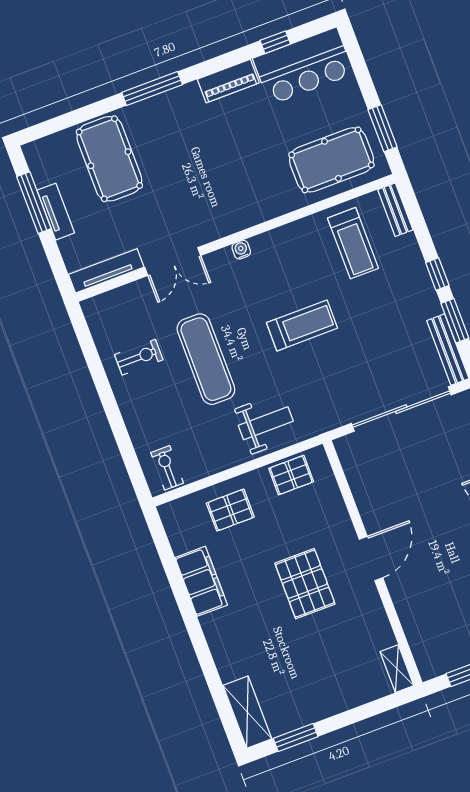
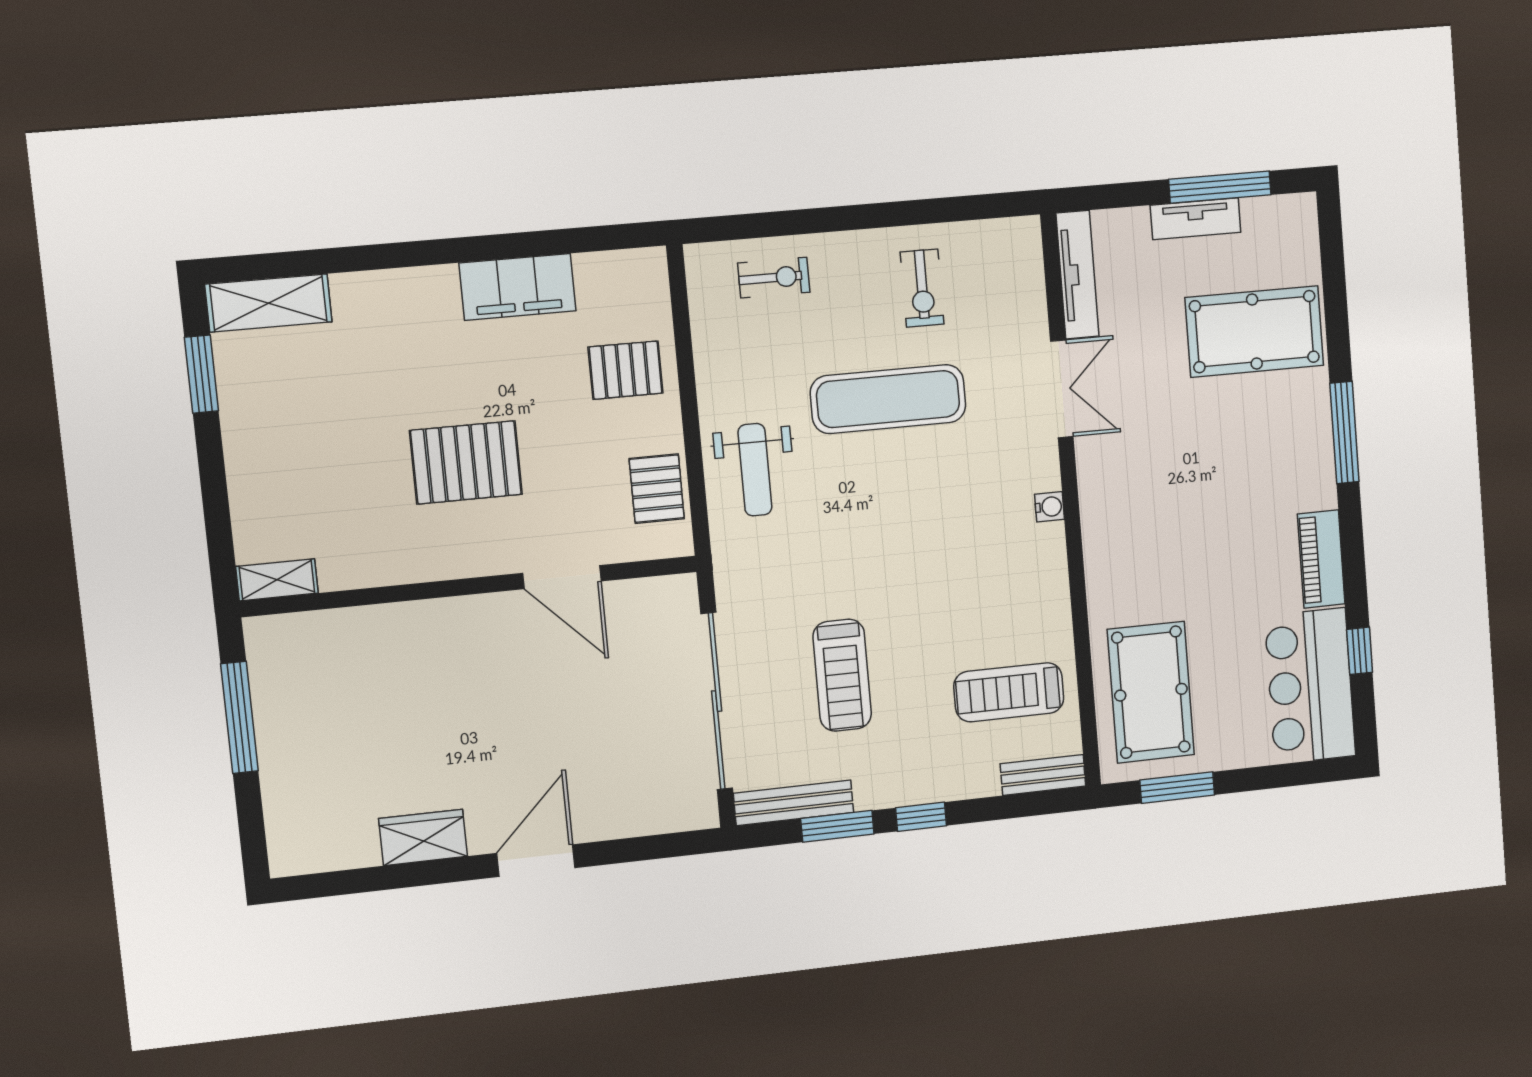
double door: (173, 261) -> (1062, 389), swing flipped
treadmill: (302, 325) -> (842, 675), moved
exercise bike: (167, 468) -> (774, 278), moved
pallet: (230, 510) -> (626, 370), turned 90
door: (371, 559) -> (562, 577), moved

